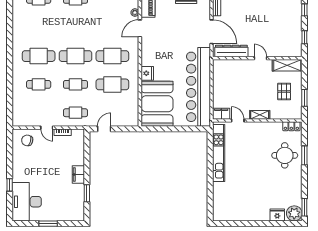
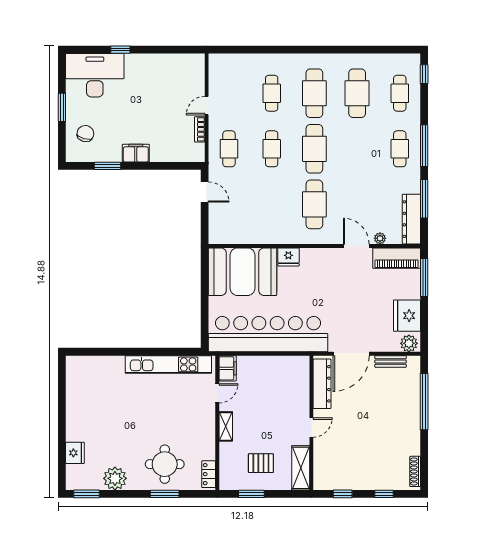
cafe table: (112, 84) -> (357, 93), moved
chair: (27, 140) -> (85, 134), moved
plant: (294, 213) -> (115, 478), moved

